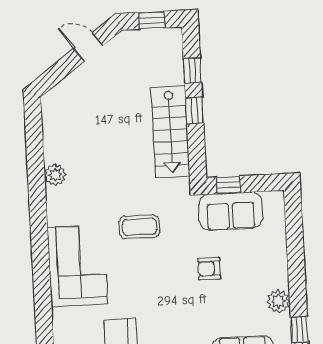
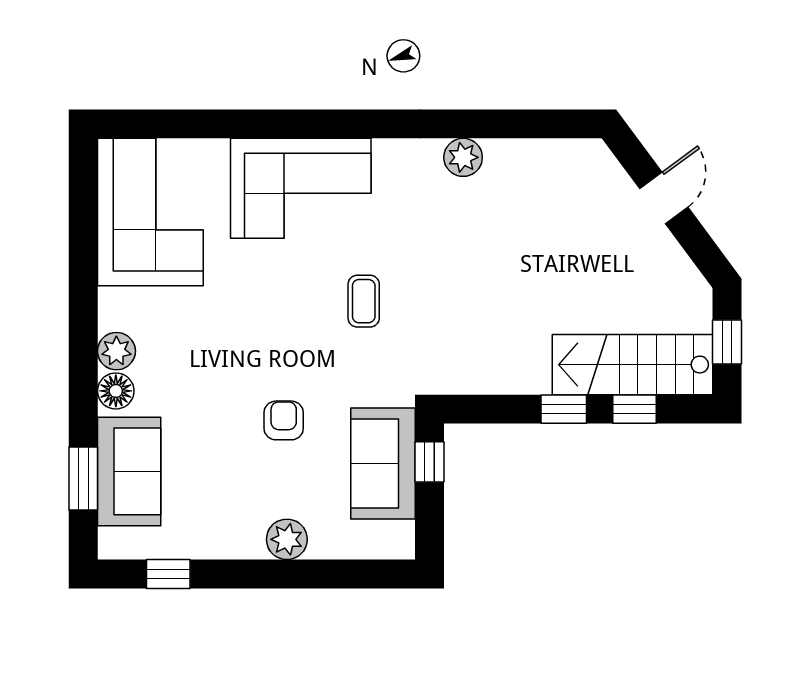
door: (88, 47) -> (664, 198), moved
stairs: (170, 132) -> (632, 365), moved
coffee table: (139, 227) -> (364, 301), width x0.73, depth x0.77
plant: (278, 301) -> (287, 539), moved

